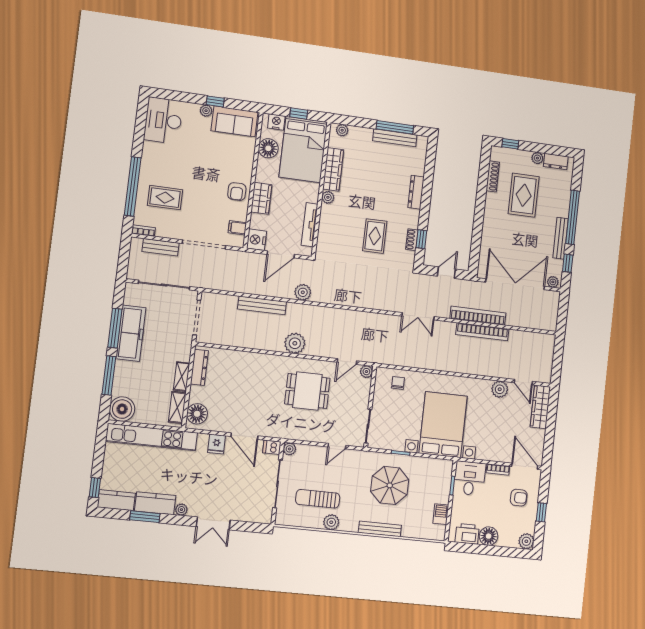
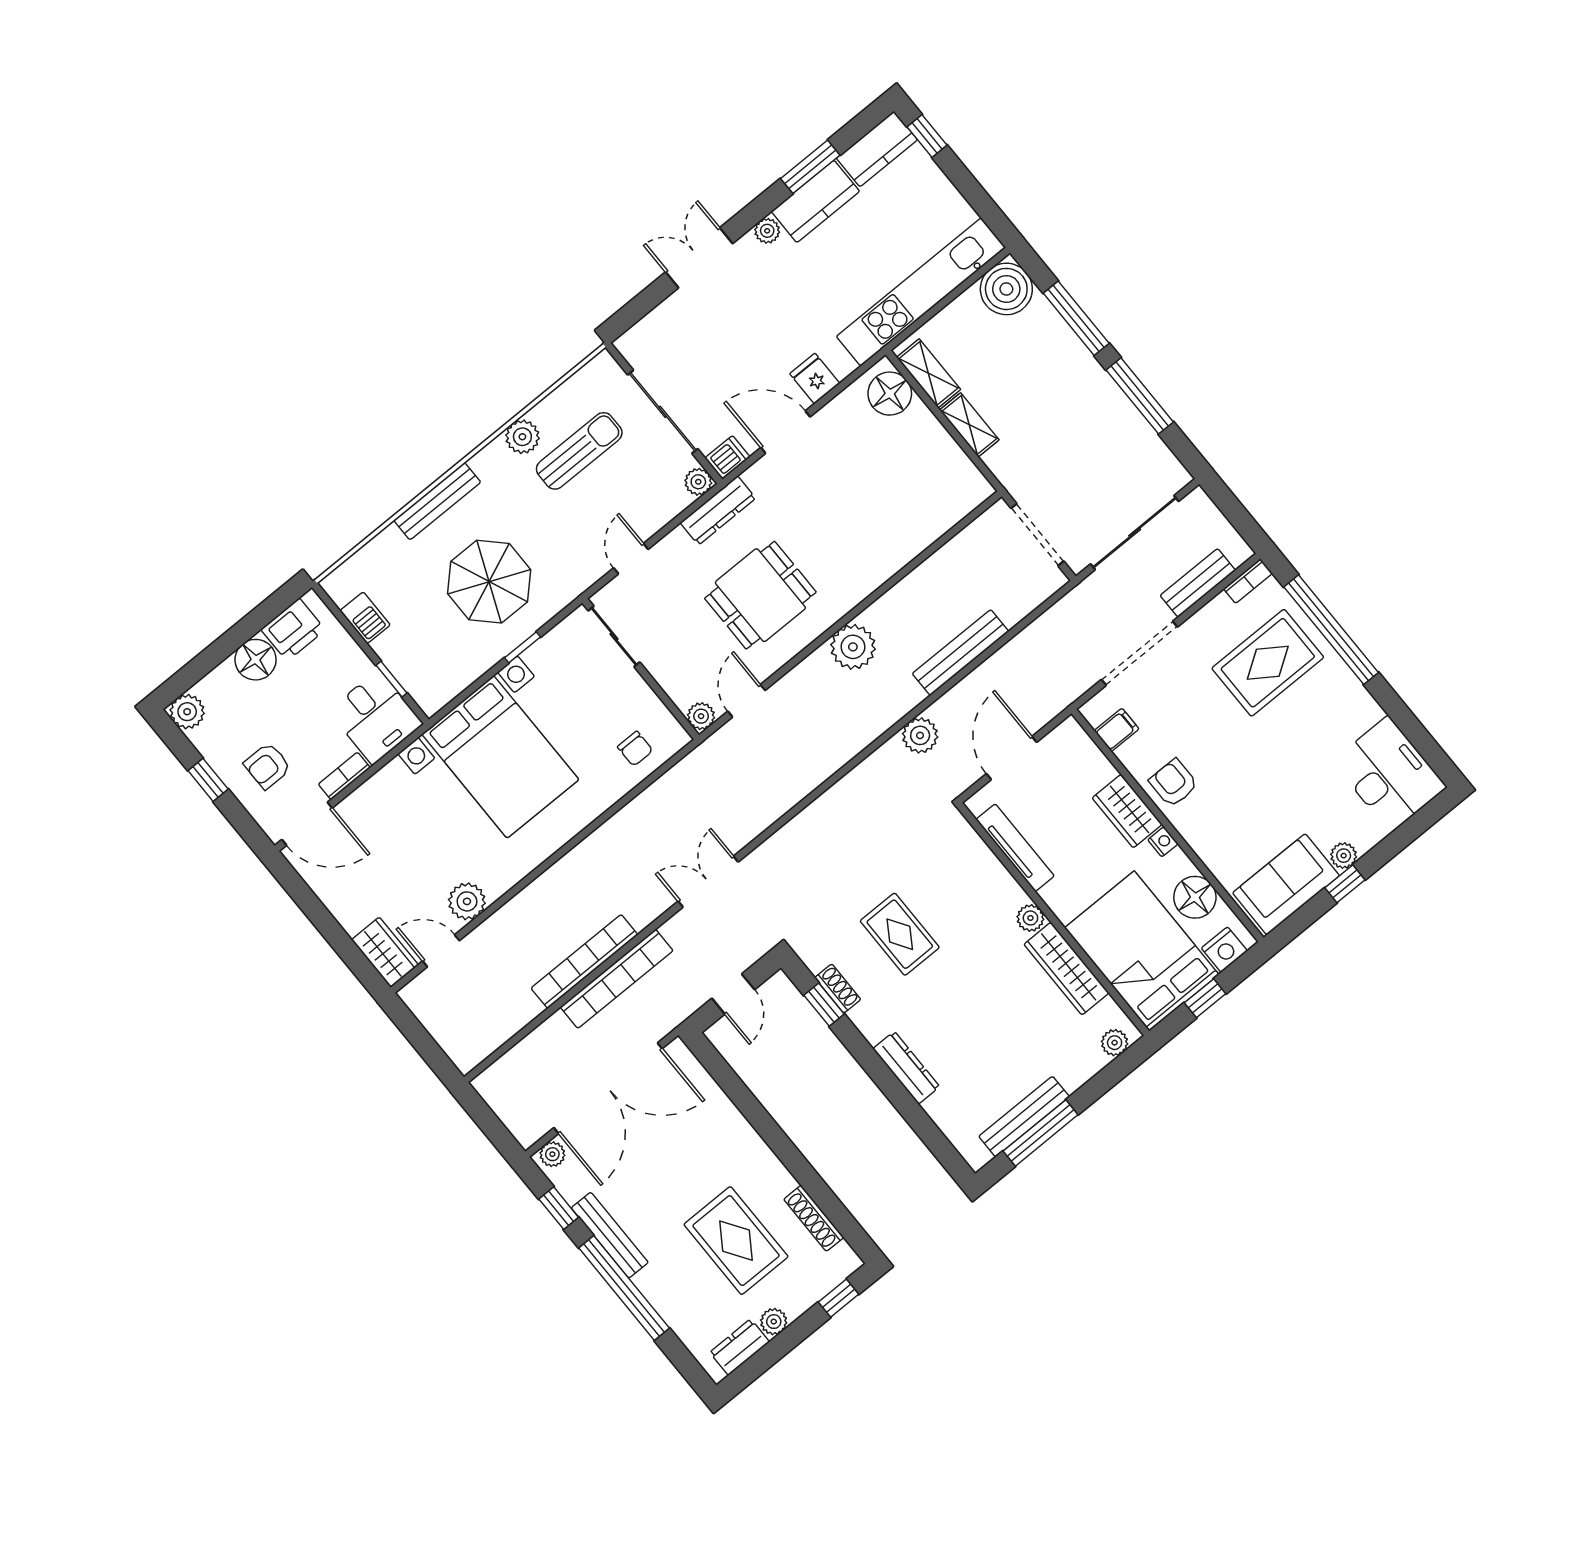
rug: (165, 198) -> (1268, 663), width x1.36, depth x1.43
nightstand: (256, 240) -> (1163, 842), moved, width x0.53, depth x0.56
freezer: (131, 333) -> (1109, 412), removed
dresser: (199, 367) -> (718, 510), moved, turned -90
wardrobe: (540, 407) -> (385, 952), width x0.67

